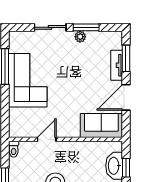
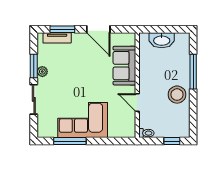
tv unit: (117, 65) -> (57, 38), moved
sofa: (101, 125) -> (124, 66), moved
window: (126, 168) -> (163, 29), removed

